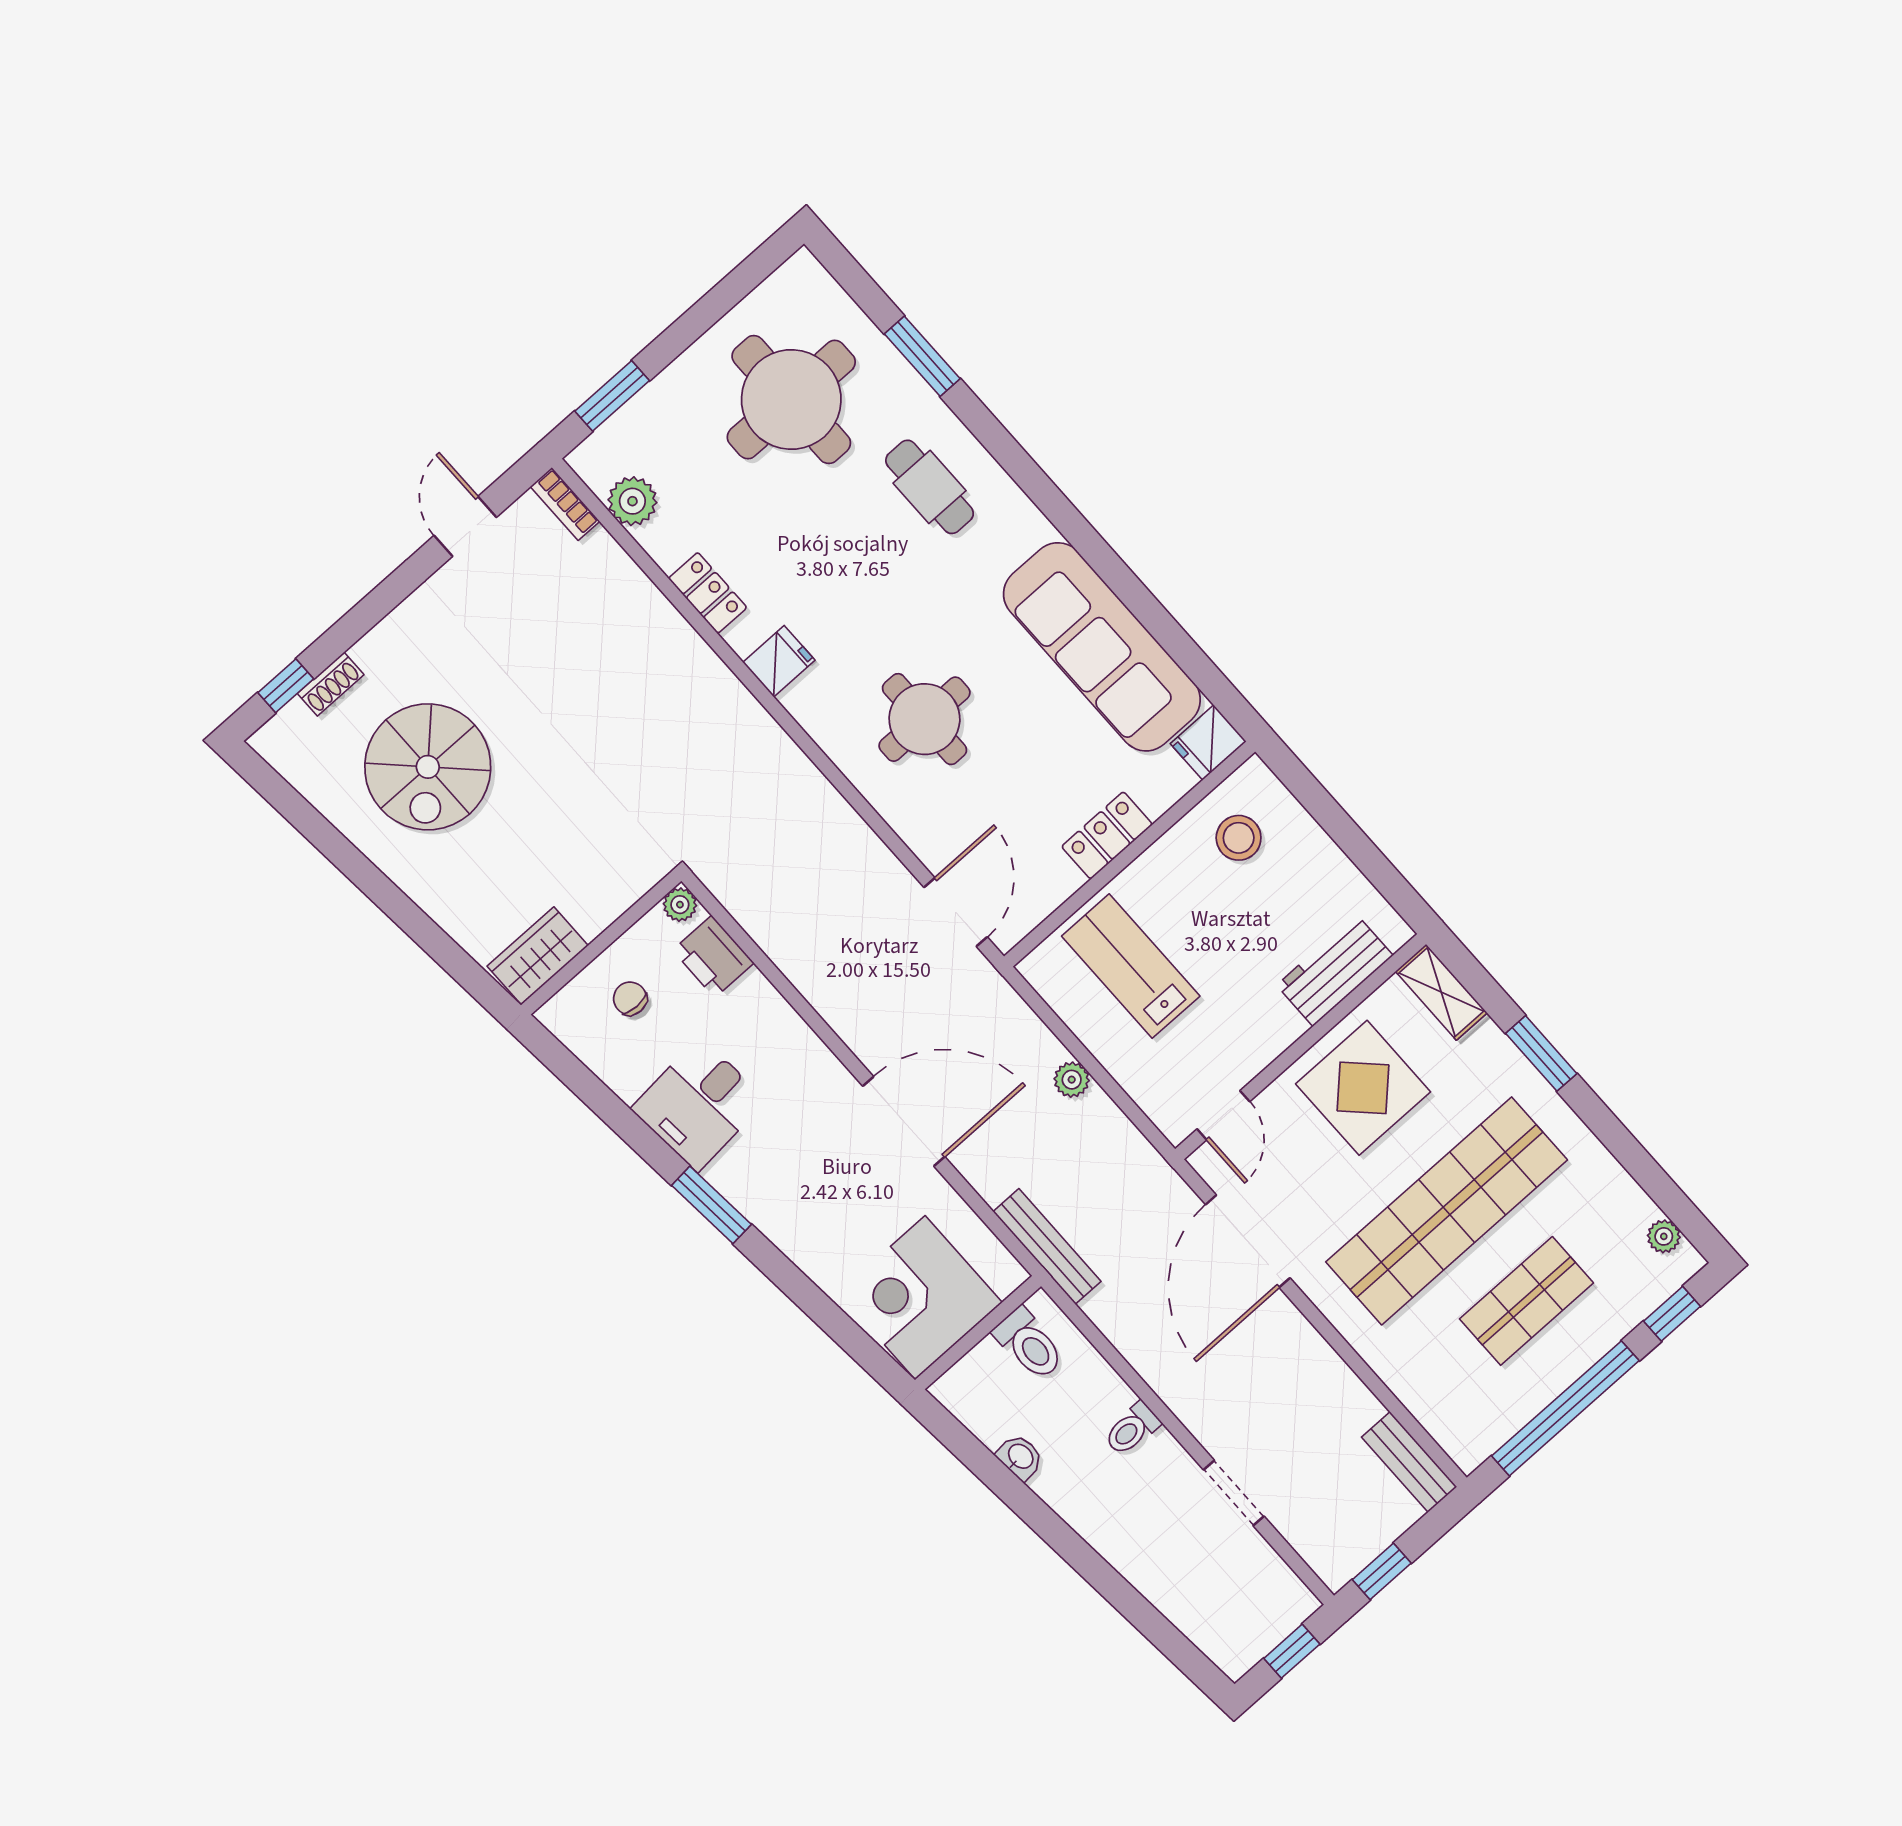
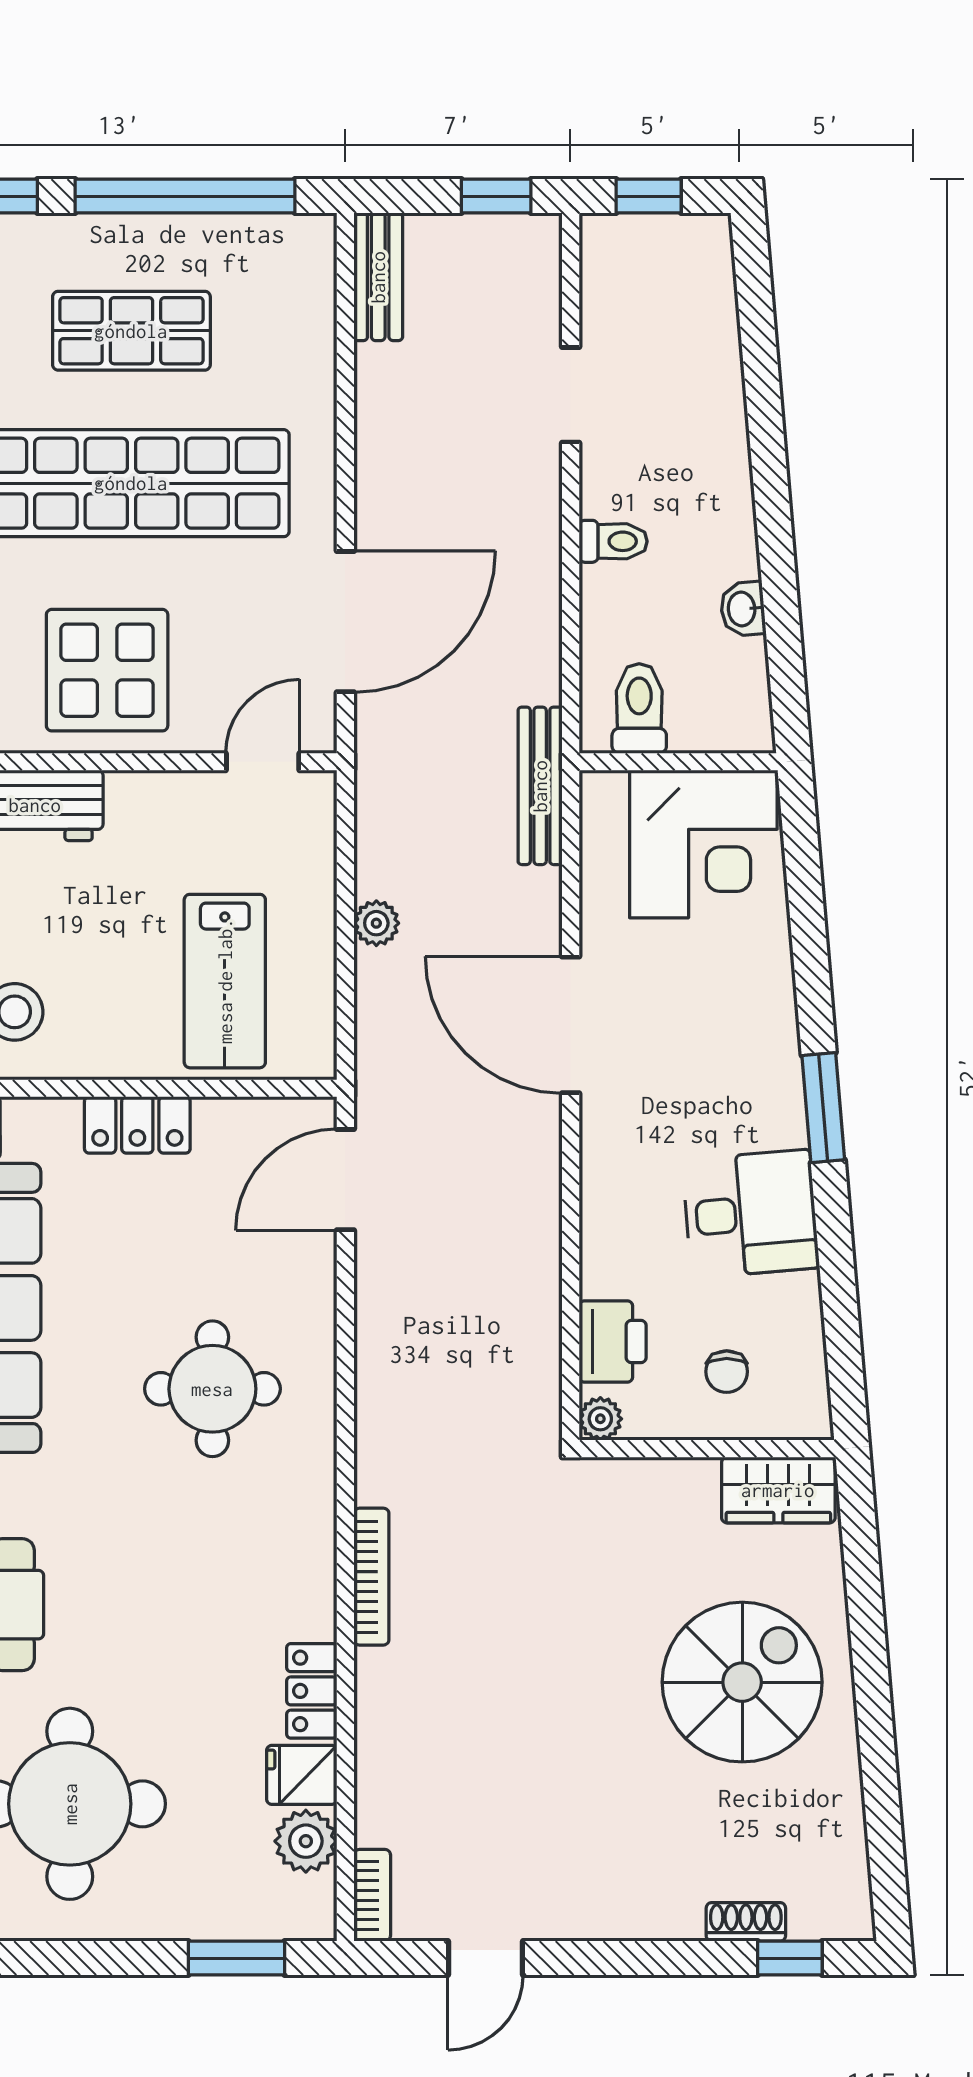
fridge: (779, 661) -> (302, 1775), moved
bookcase: (732, 692) -> (371, 1577), added
spiral stairs: (428, 767) -> (742, 1682), moved

